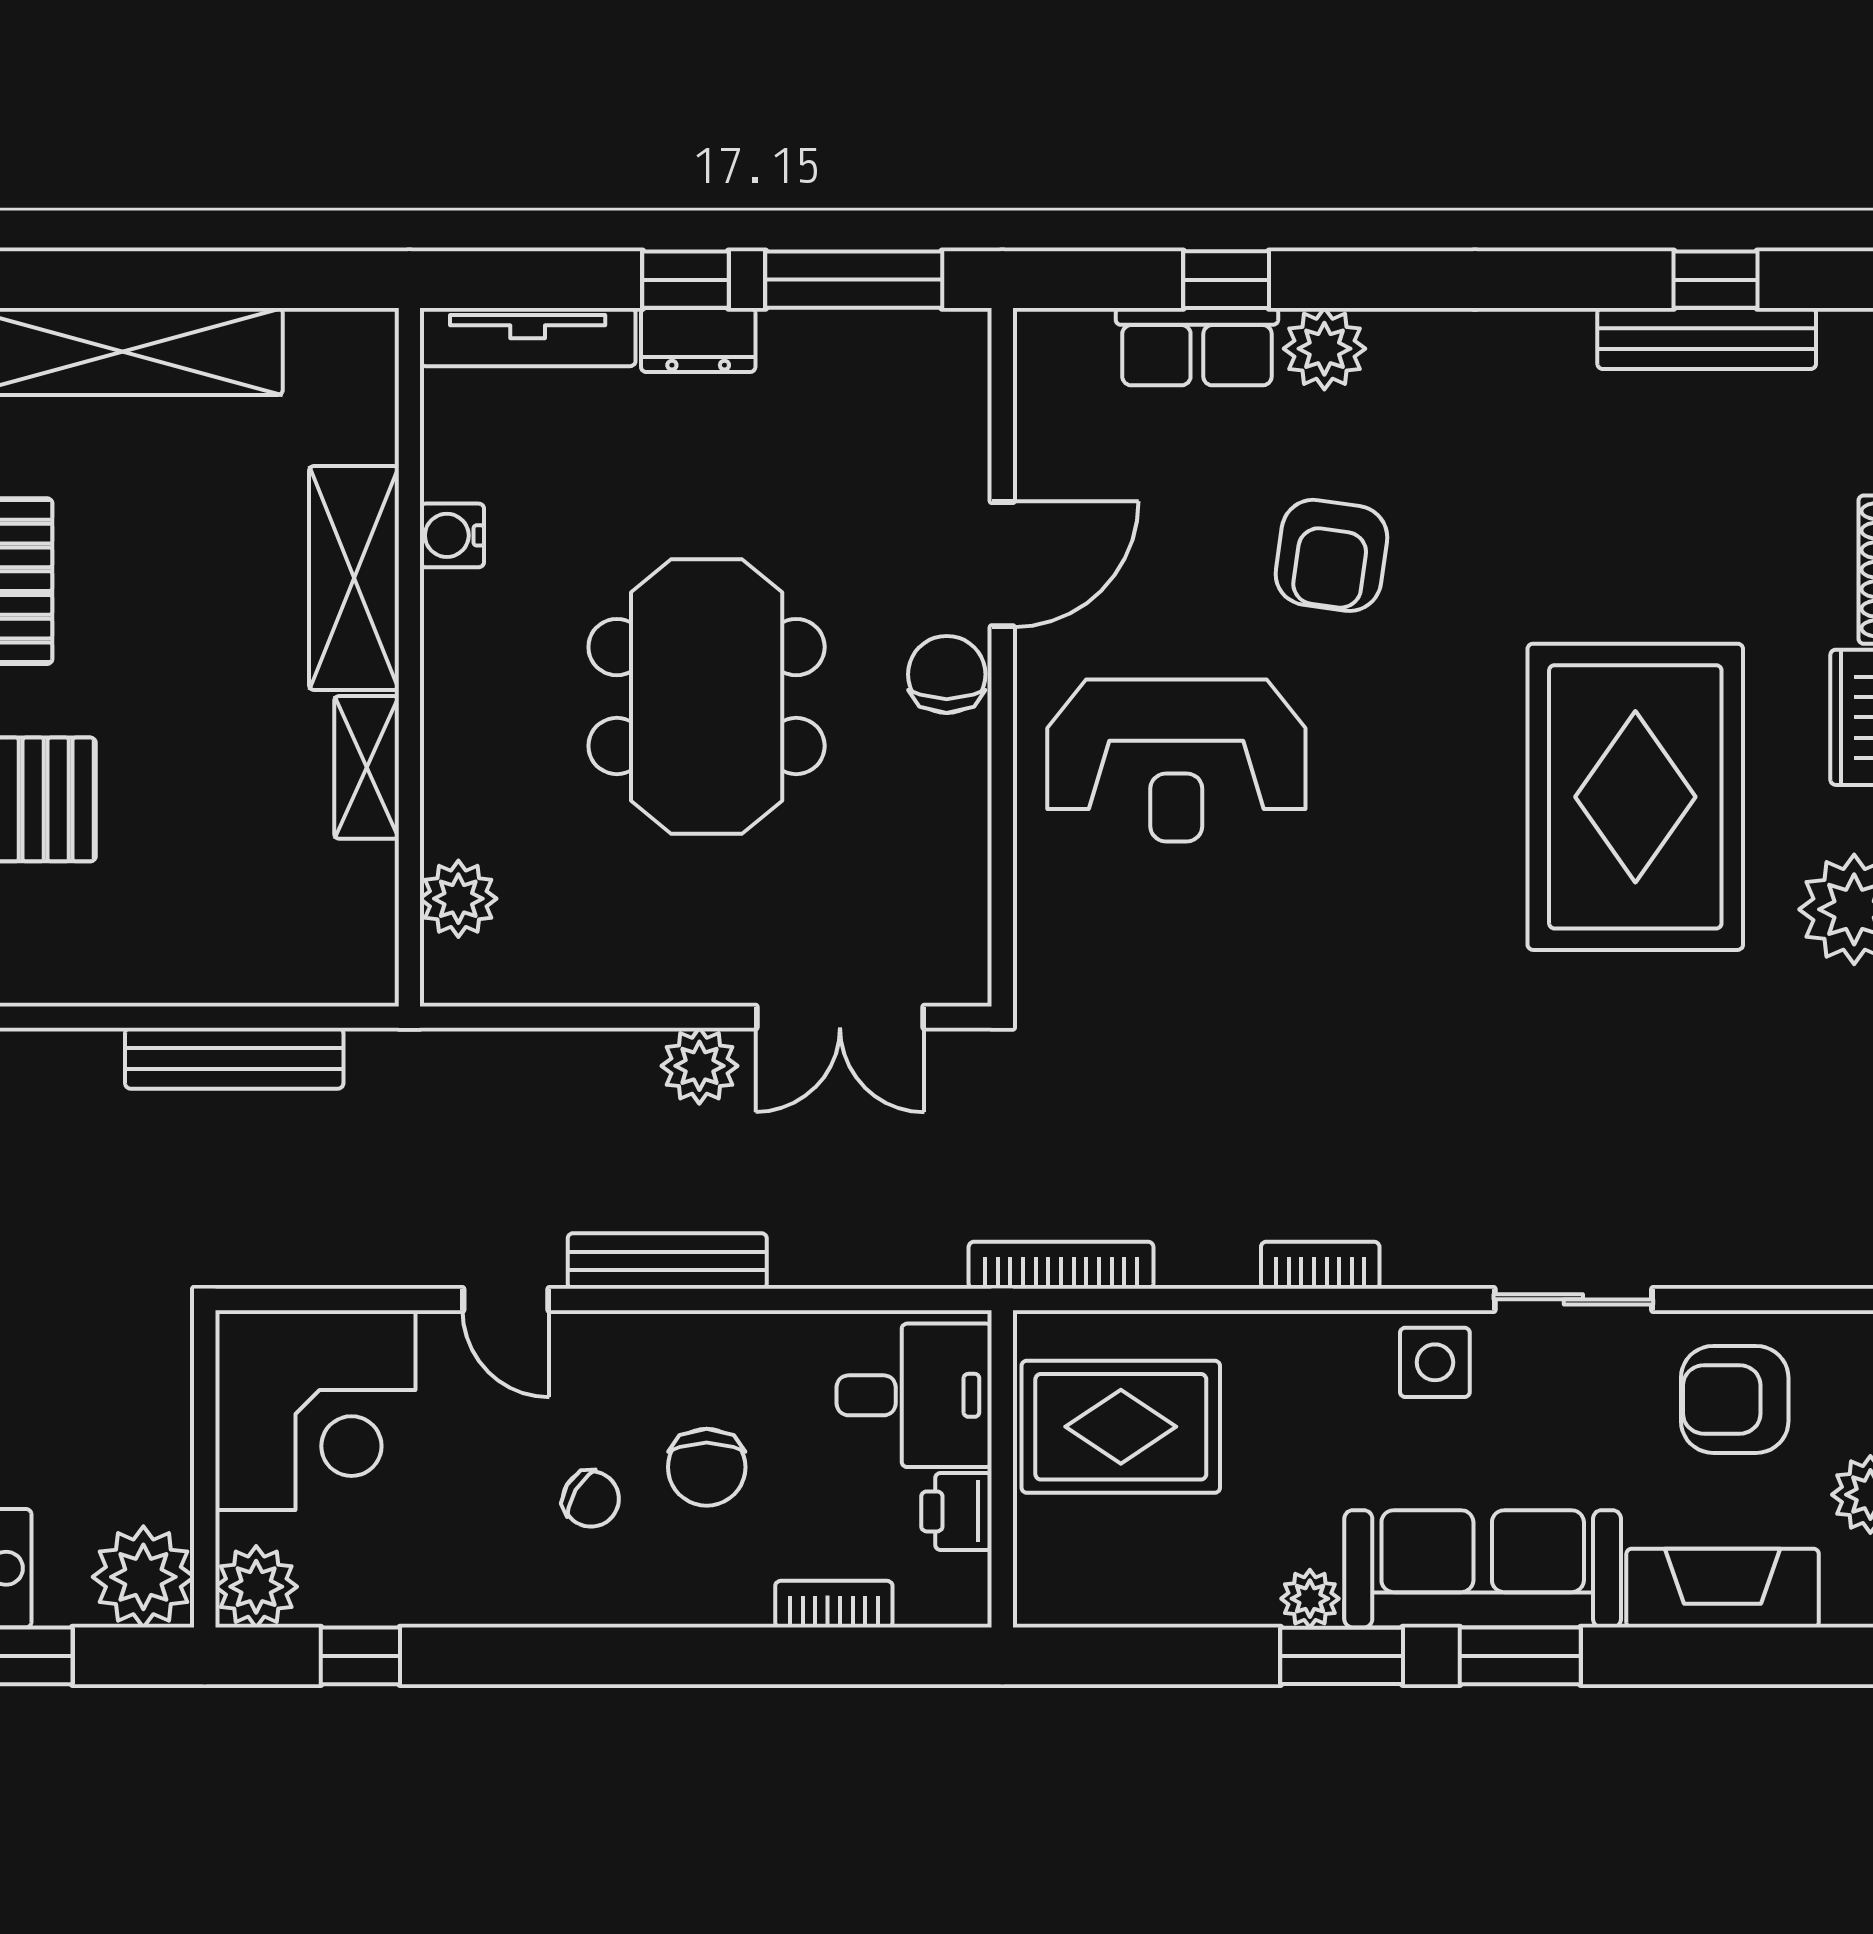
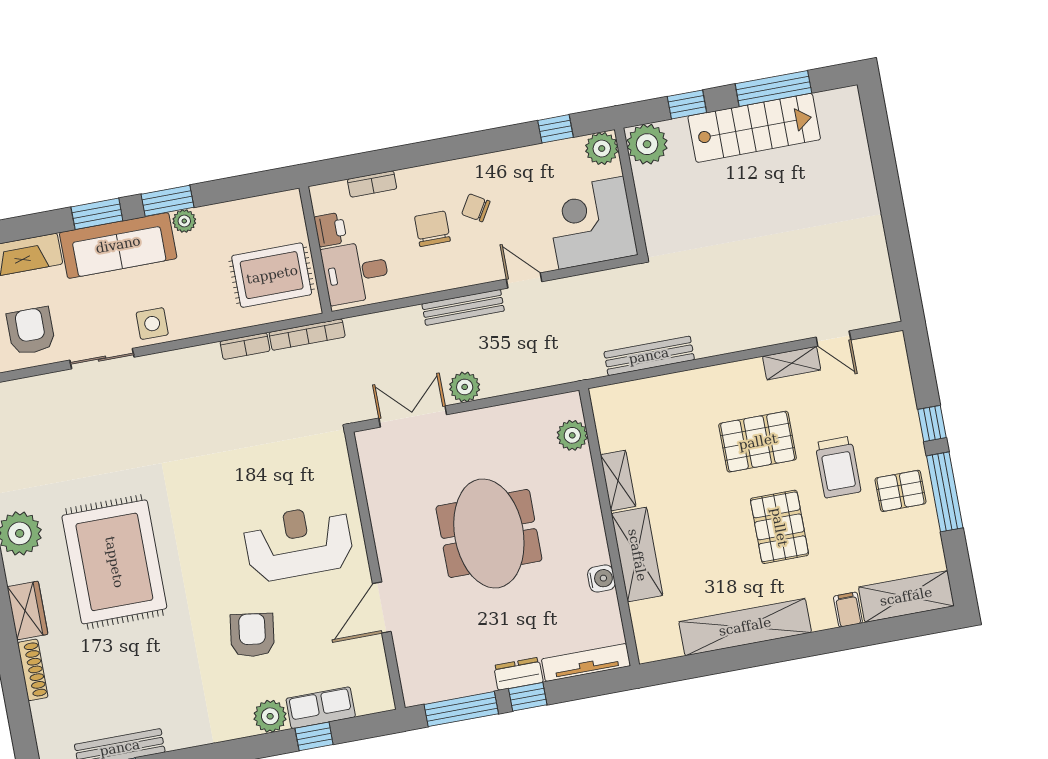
chair: (947, 674) -> (396, 560), removed
bookcase: (1320, 1265) -> (245, 346), moved
armchair: (1735, 1399) -> (31, 331), turned -90

